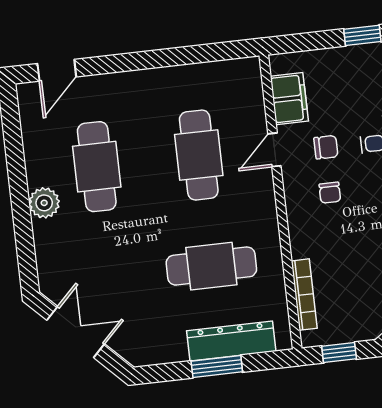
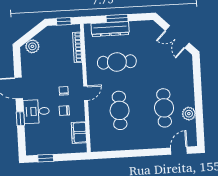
door: (274, 150) -> (86, 93), moved
plant: (44, 203) -> (189, 114), moved

